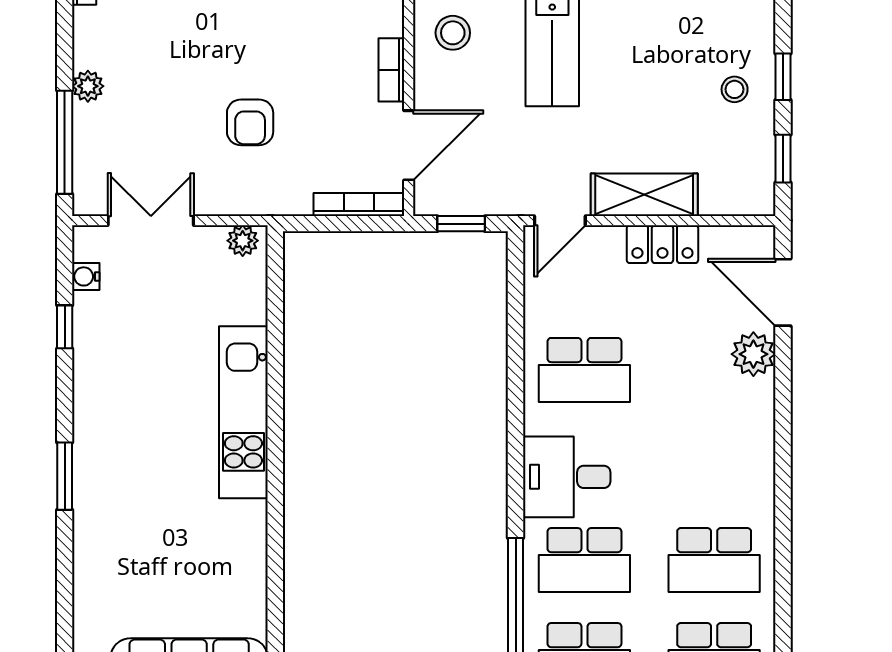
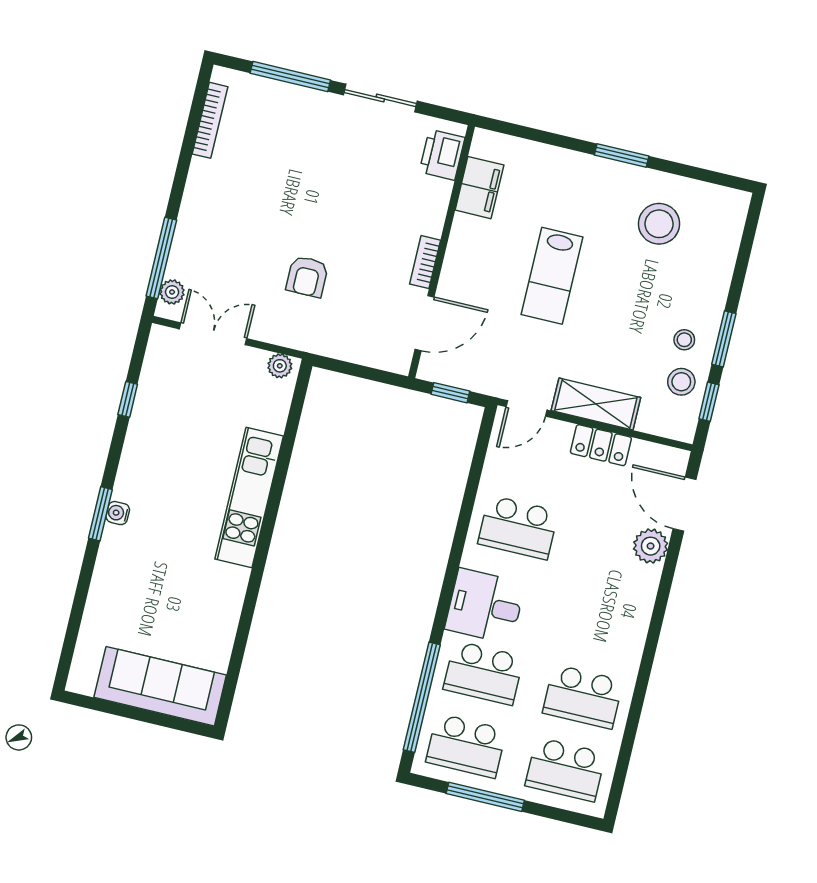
stool: (453, 33) -> (681, 382), moved
window: (783, 77) -> (724, 339), width x1.50
plant: (88, 86) -> (172, 292), moved
bookcase: (359, 205) -> (376, 359), removed
water cooler: (86, 276) -> (118, 513), moved

